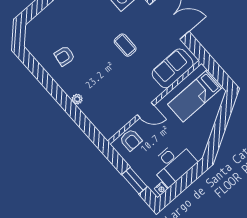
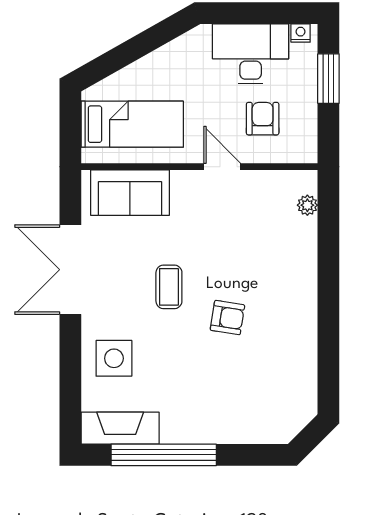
armchair: (65, 56) -> (227, 318), moved
plant: (77, 99) -> (307, 205), moved
armchair: (131, 140) -> (263, 119), moved

